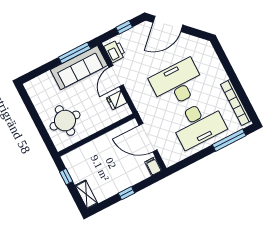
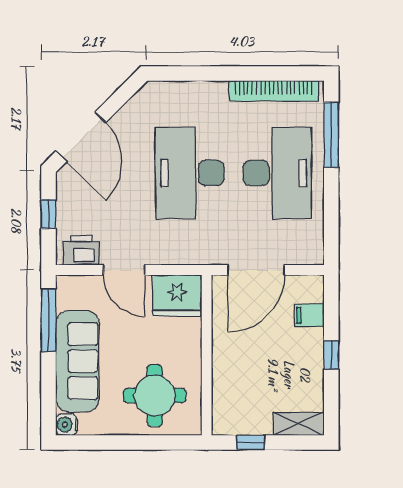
sofa: (79, 68) -> (77, 361), moved
water cooler: (30, 86) -> (66, 425), added
fridge: (117, 100) -> (177, 295), width x1.88, depth x1.34
filing cabinet: (153, 166) -> (309, 315), moved

